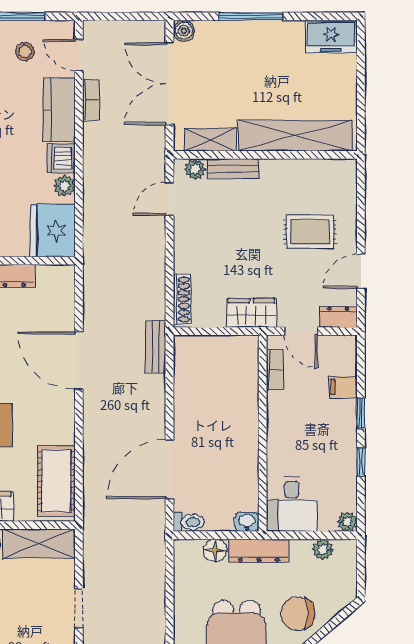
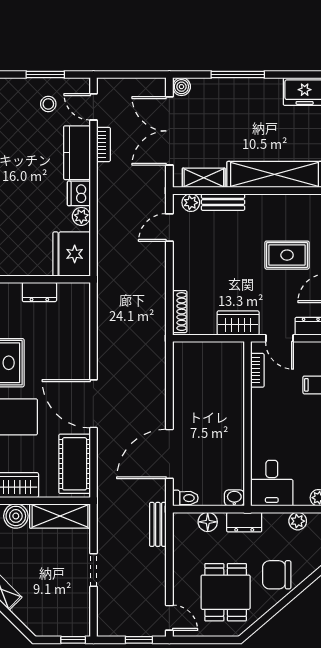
bench: (156, 347) -> (158, 524), moved
door: (79, 360) -> (93, 404), moved
dresser: (259, 551) -> (244, 522), width x0.70

